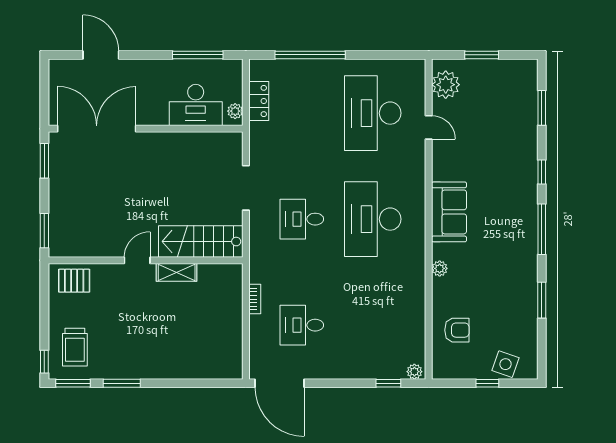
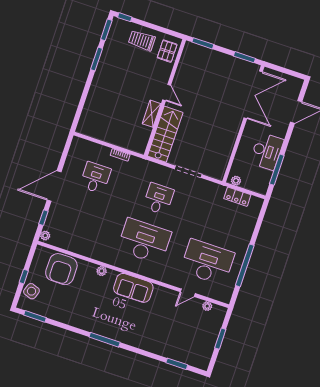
window: (310, 55) -> (245, 265), moved
plant: (446, 85) -> (207, 306), width x0.53, depth x0.53
desk: (196, 105) -> (267, 151), moved, turned 180
window: (542, 172) -> (139, 351), removed
window: (542, 300) -> (35, 316), moved
armchair: (457, 330) -> (61, 269), width x1.88, depth x1.88
trolley: (75, 347) -> (142, 40), moved
door: (280, 383) -> (54, 186), moved

